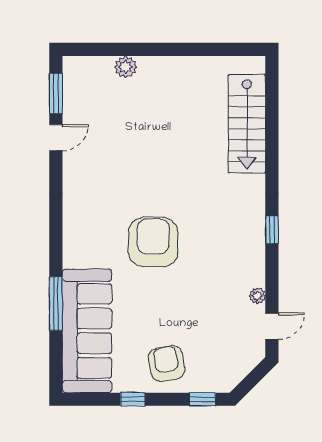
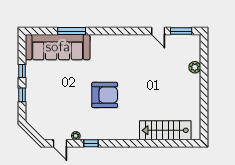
window: (272, 230) -> (91, 143), moved
armchair: (153, 242) -> (105, 95), moved
armchair: (167, 364) -> (41, 89), removed
window: (202, 399) -> (22, 95), moved

